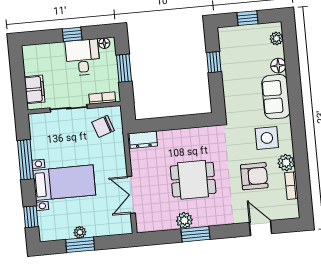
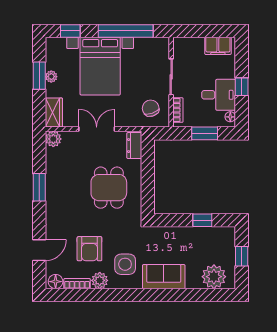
plant: (276, 38) -> (214, 277), width x1.87, depth x1.87
floor lamp: (278, 66) -> (56, 282), moved
filing cabinet: (35, 89) -> (218, 46), moved
window: (26, 160) -> (126, 31), width x1.46
dining table: (193, 180) -> (109, 188), moved
bed with nightstands: (64, 183) -> (100, 66), width x1.36
double door: (131, 195) -> (97, 129), moved
plant: (184, 220) -> (53, 139), moved
wardrobe: (117, 226) -> (54, 113), added

